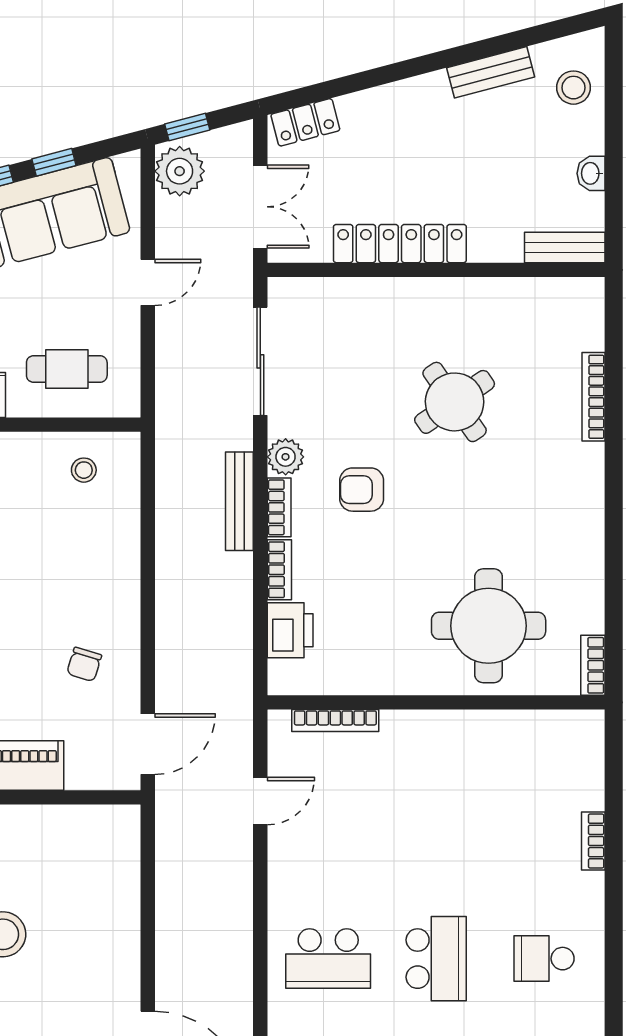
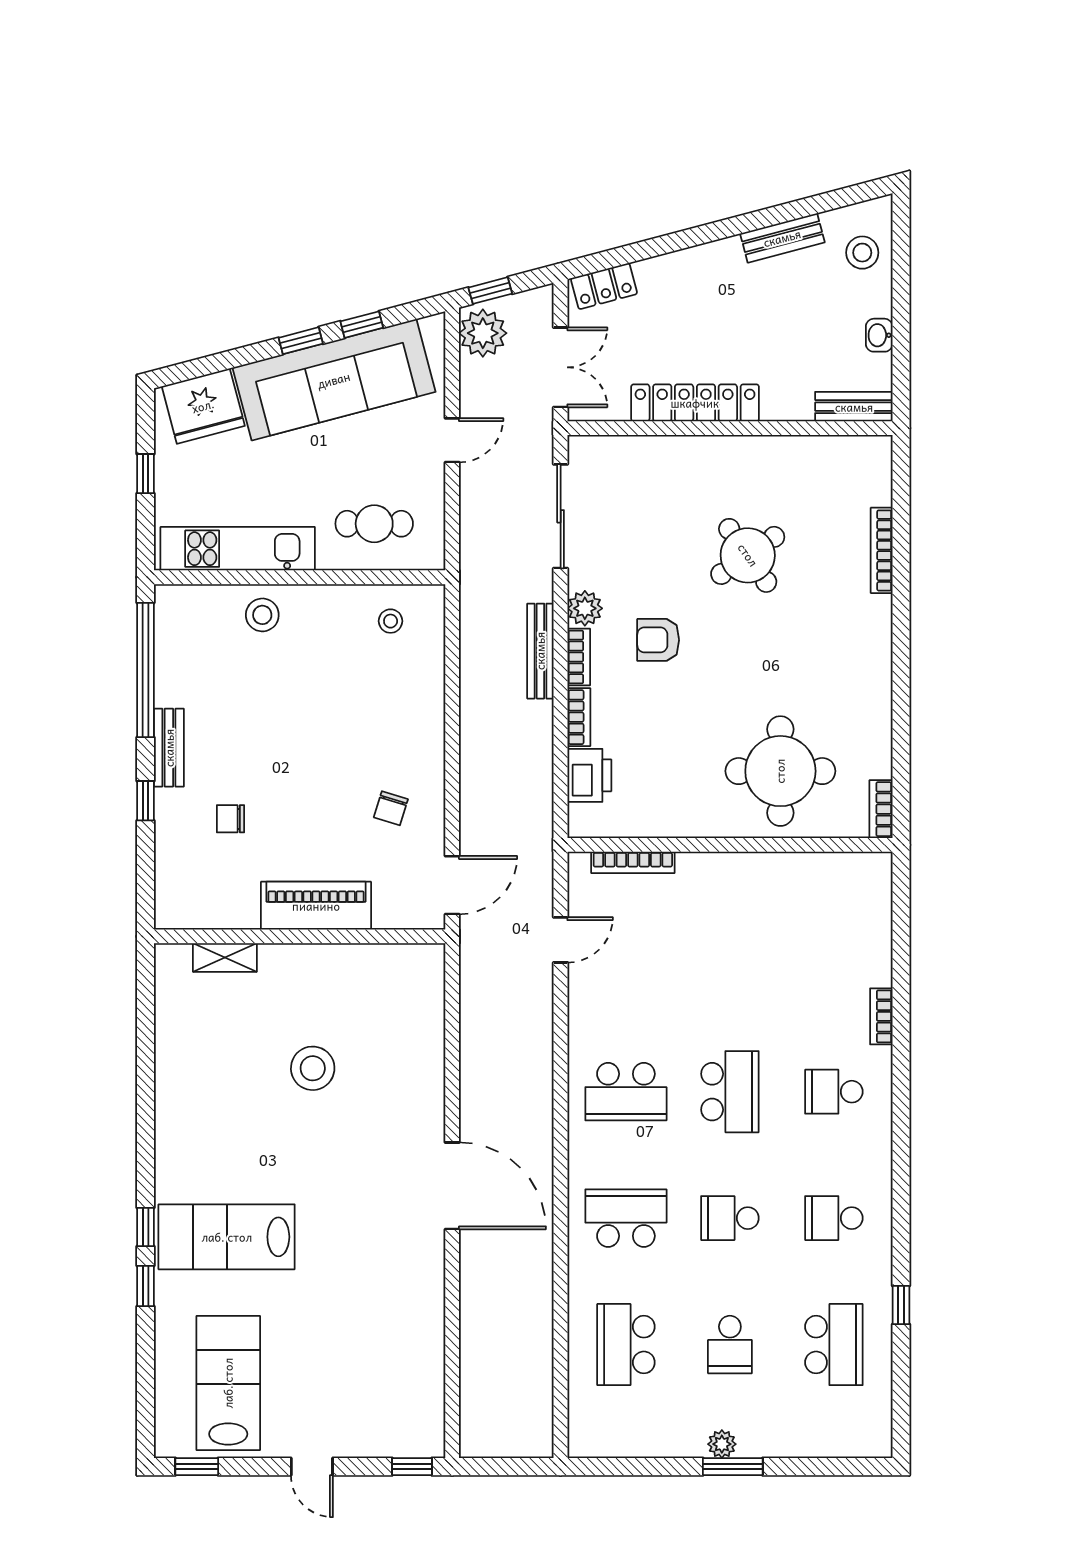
bookcase: (593, 841) -> (881, 1016), moved

